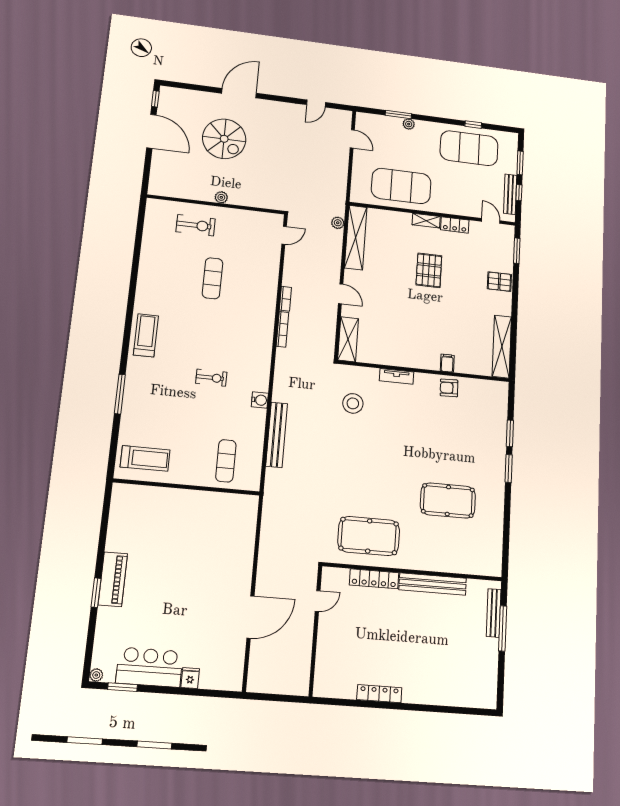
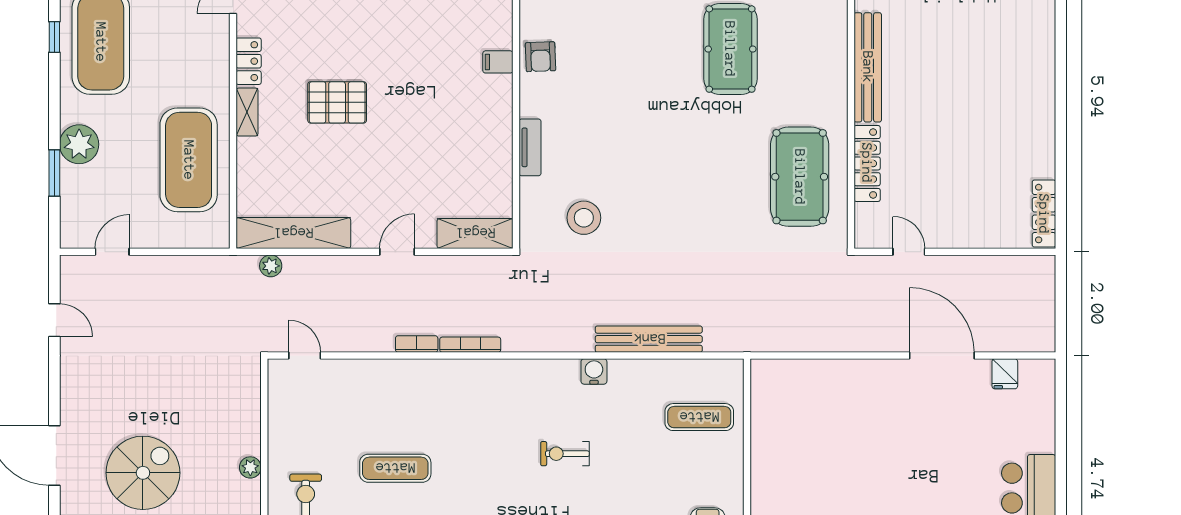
plant: (409, 124) -> (79, 144), width x1.87, depth x1.87
exercise bike: (211, 378) -> (565, 454), turned -90
fridge: (190, 678) -> (1005, 374), moved, turned -90
locker: (379, 694) -> (1044, 214), moved

